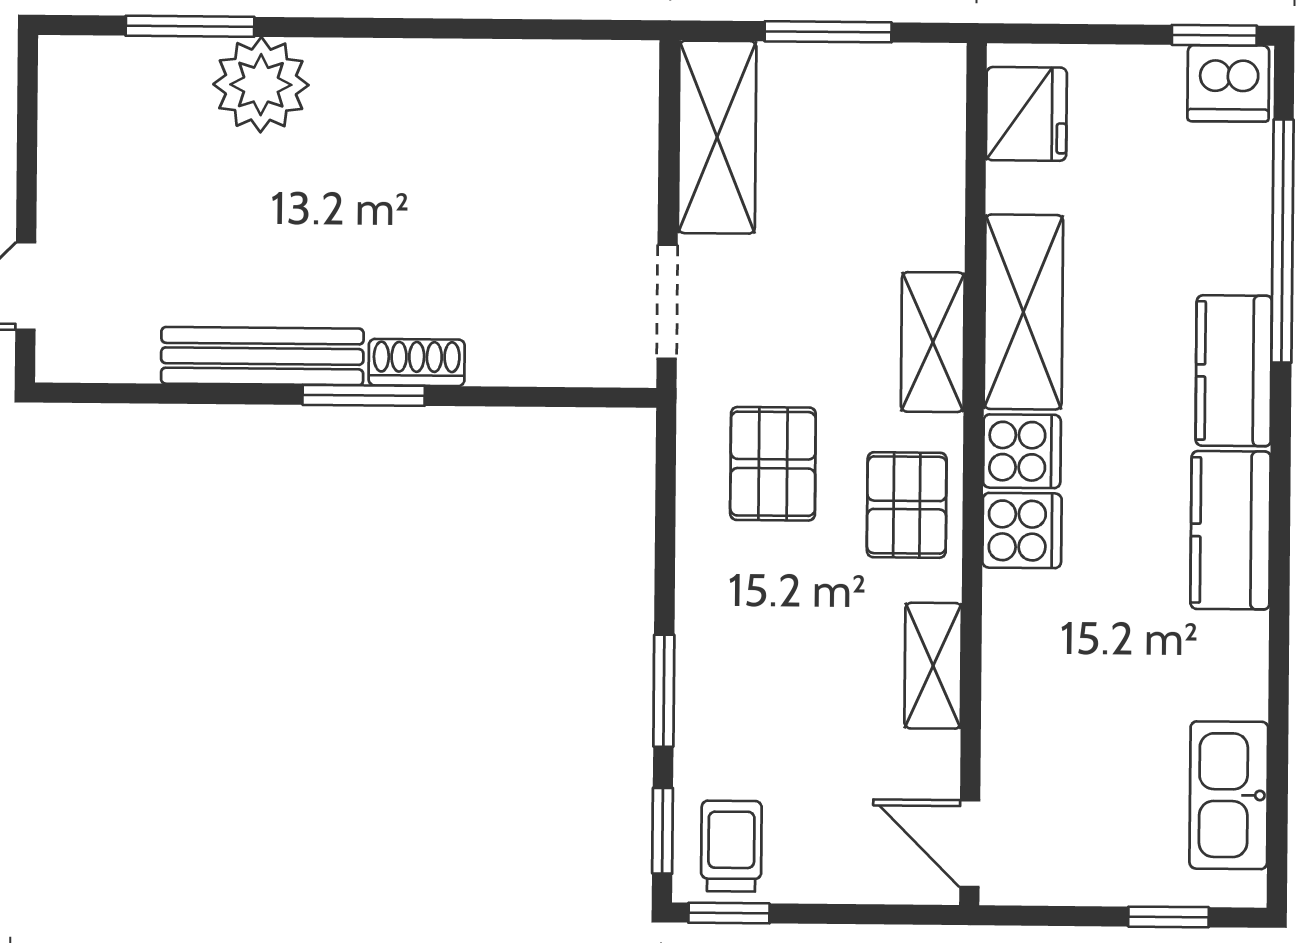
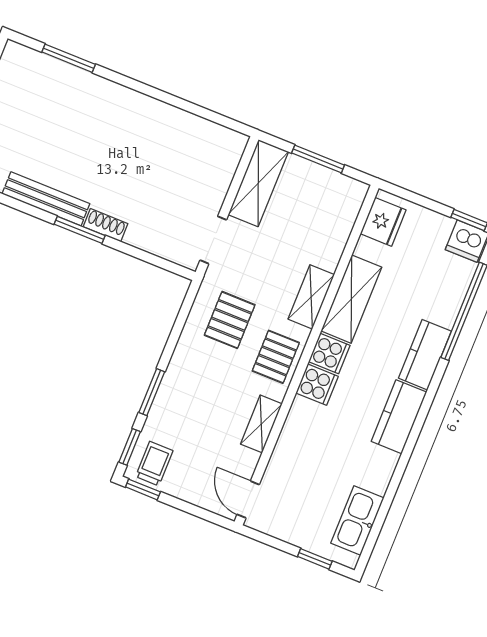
plant: (261, 85) -> (87, 92), removed

